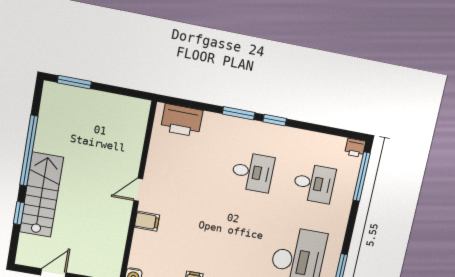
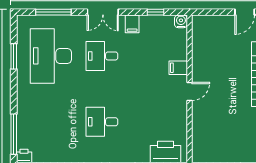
desk: (314, 183) -> (102, 56), moved

